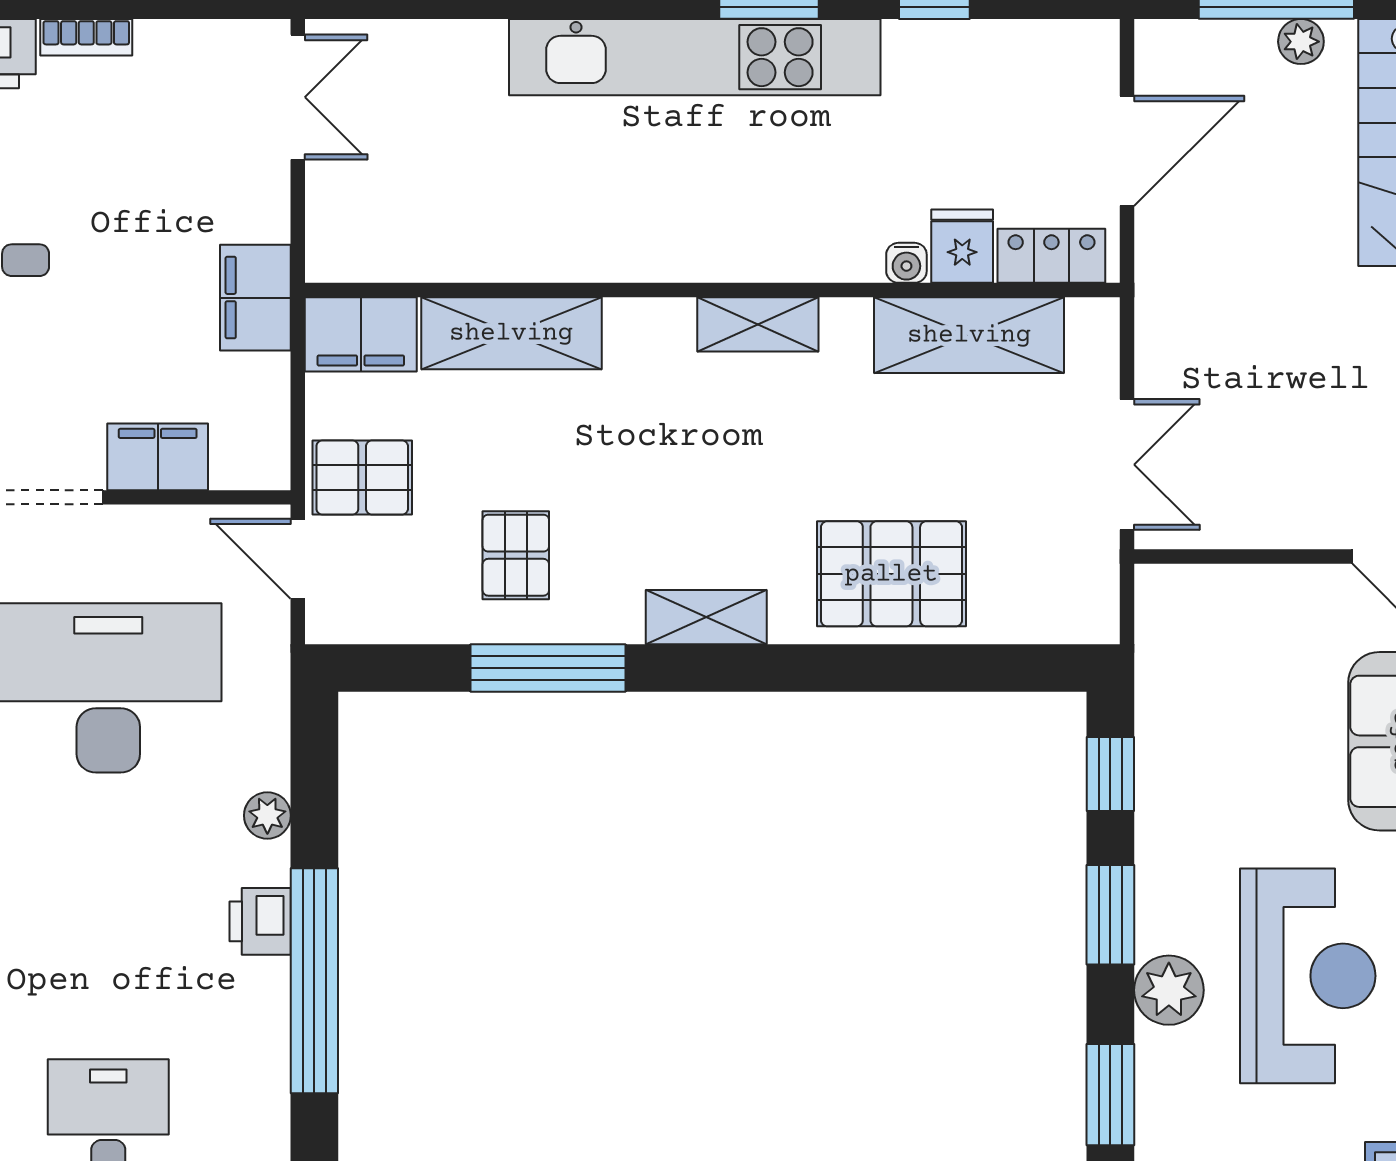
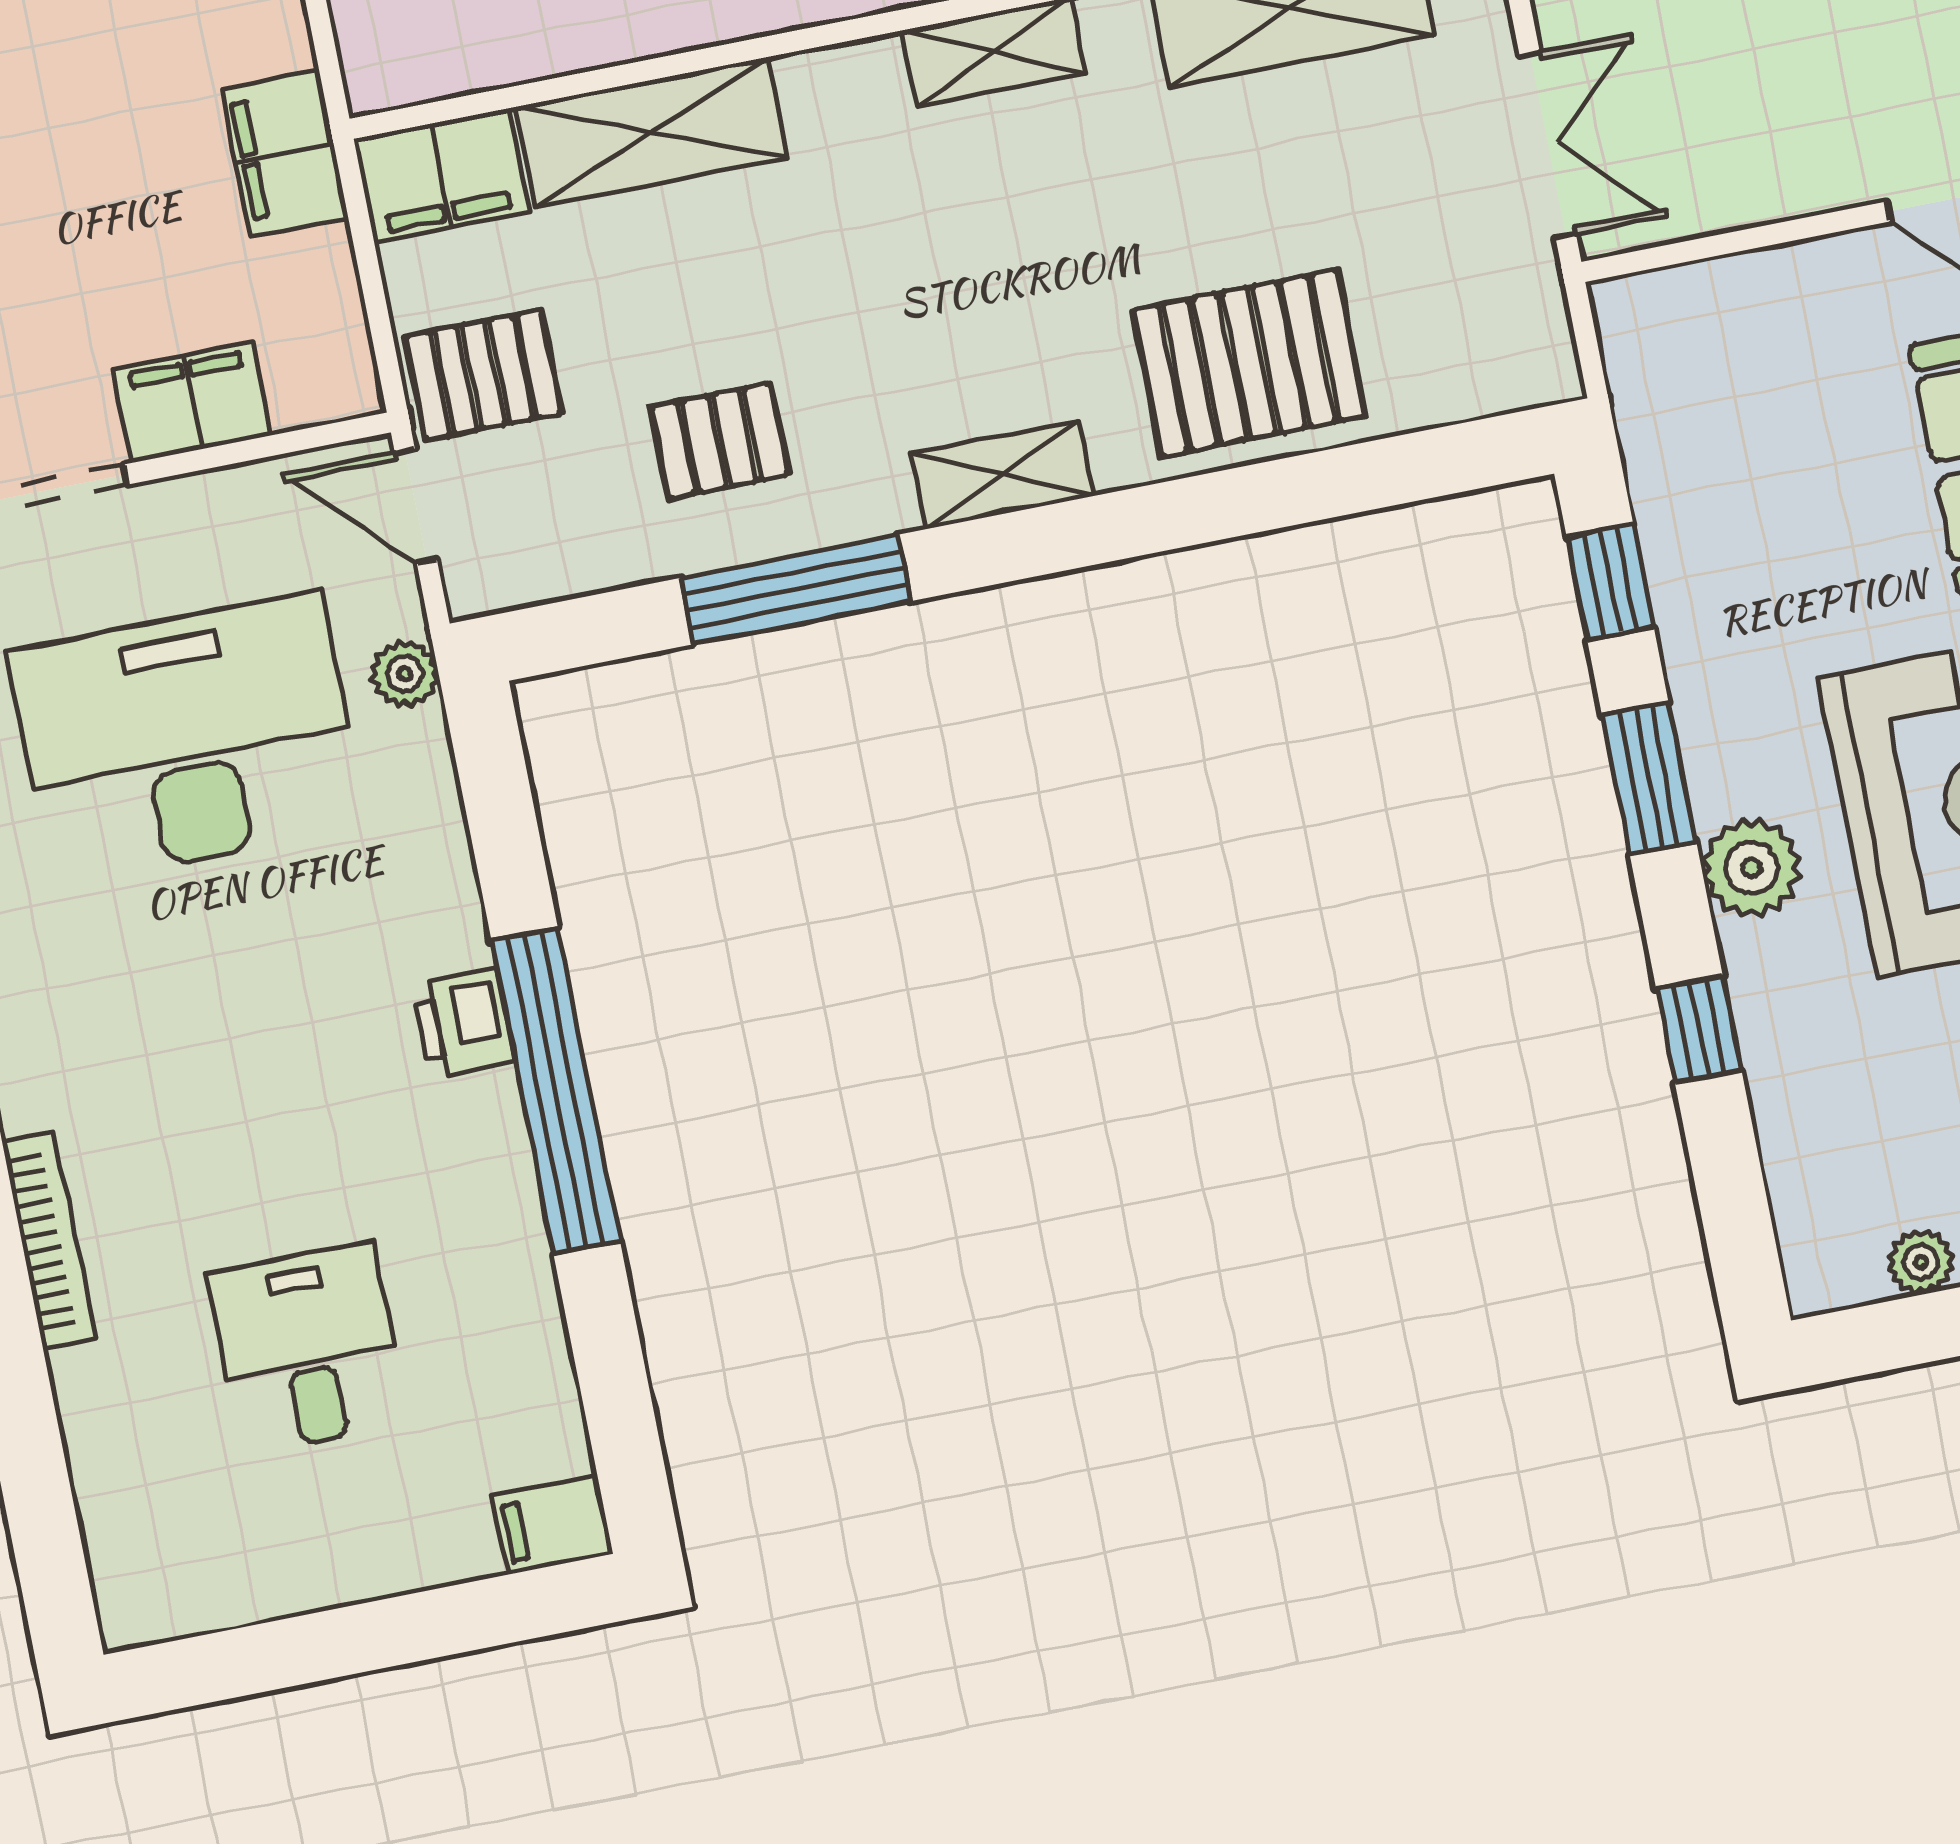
pallet: (516, 555) -> (719, 441), turned 90
plant: (267, 815) -> (405, 674), moved
window: (1110, 1095) -> (1699, 1030), width x0.67

